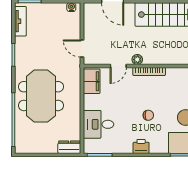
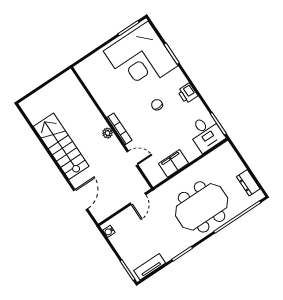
plant: (137, 60) -> (107, 133), moved
filing cabinet: (92, 81) -> (173, 163), moved
desk: (99, 124) -> (206, 133), moved
dresser: (69, 147) -> (248, 183), moved

